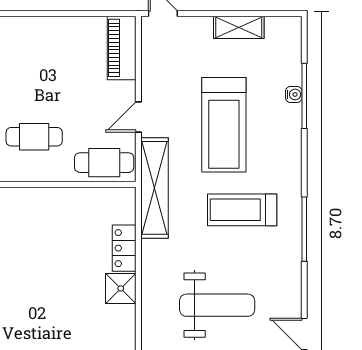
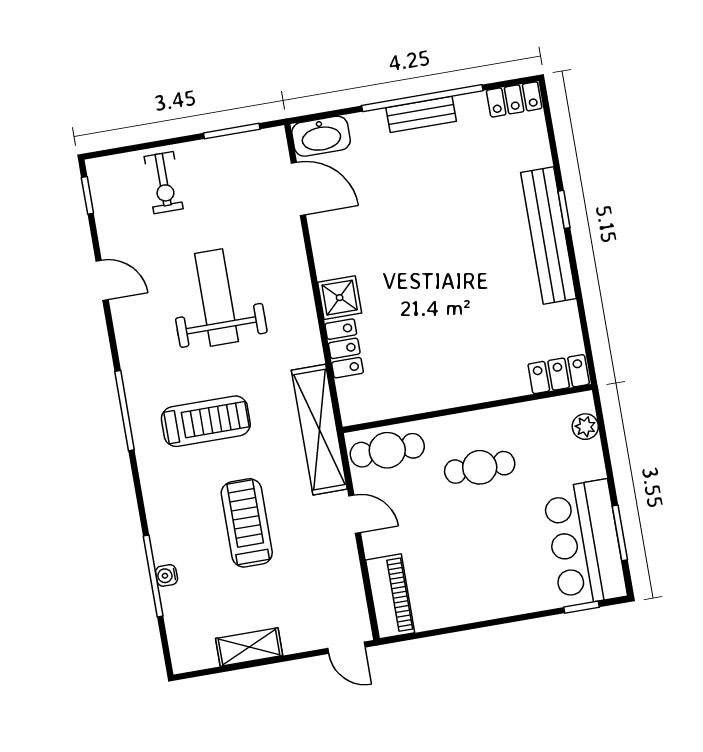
door: (138, 117) -> (355, 514), hinge flipped
treadmill: (224, 125) -> (247, 523), width x0.73, depth x0.73
weight bench: (217, 305) -> (216, 297), turned 90

